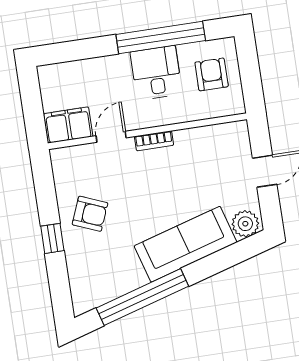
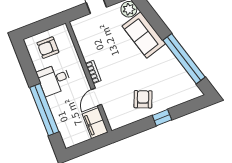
window: (161, 37) -> (44, 110), moved
door: (111, 137) -> (96, 97), hinge flipped
sofa: (186, 244) -> (144, 35), width x0.73

